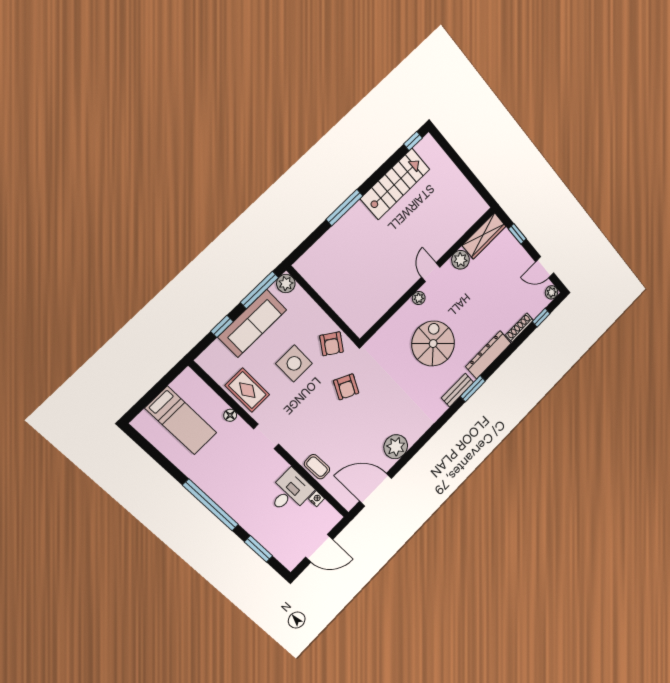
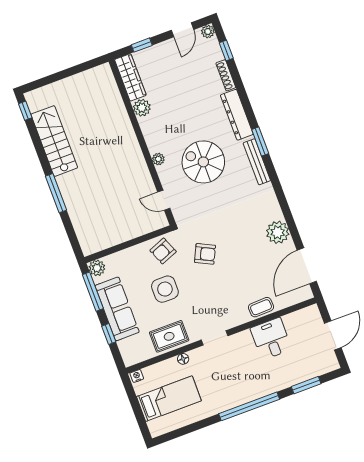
door: (431, 272) -> (164, 200), moved
armchair: (332, 344) -> (163, 251), turned 124
bench: (457, 390) -> (257, 162), width x1.36
nightstand: (316, 499) -> (137, 376), moved

